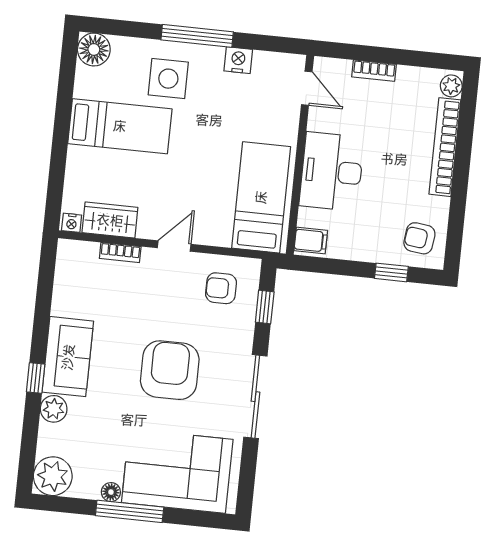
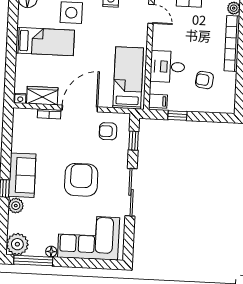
desk: (332, 171) -> (167, 67), width x0.73
armchair: (419, 238) -> (204, 80), moved
door: (174, 246) -> (80, 109), width x1.87
window: (391, 272) -> (177, 116), moved
window: (130, 511) -> (33, 261), moved

